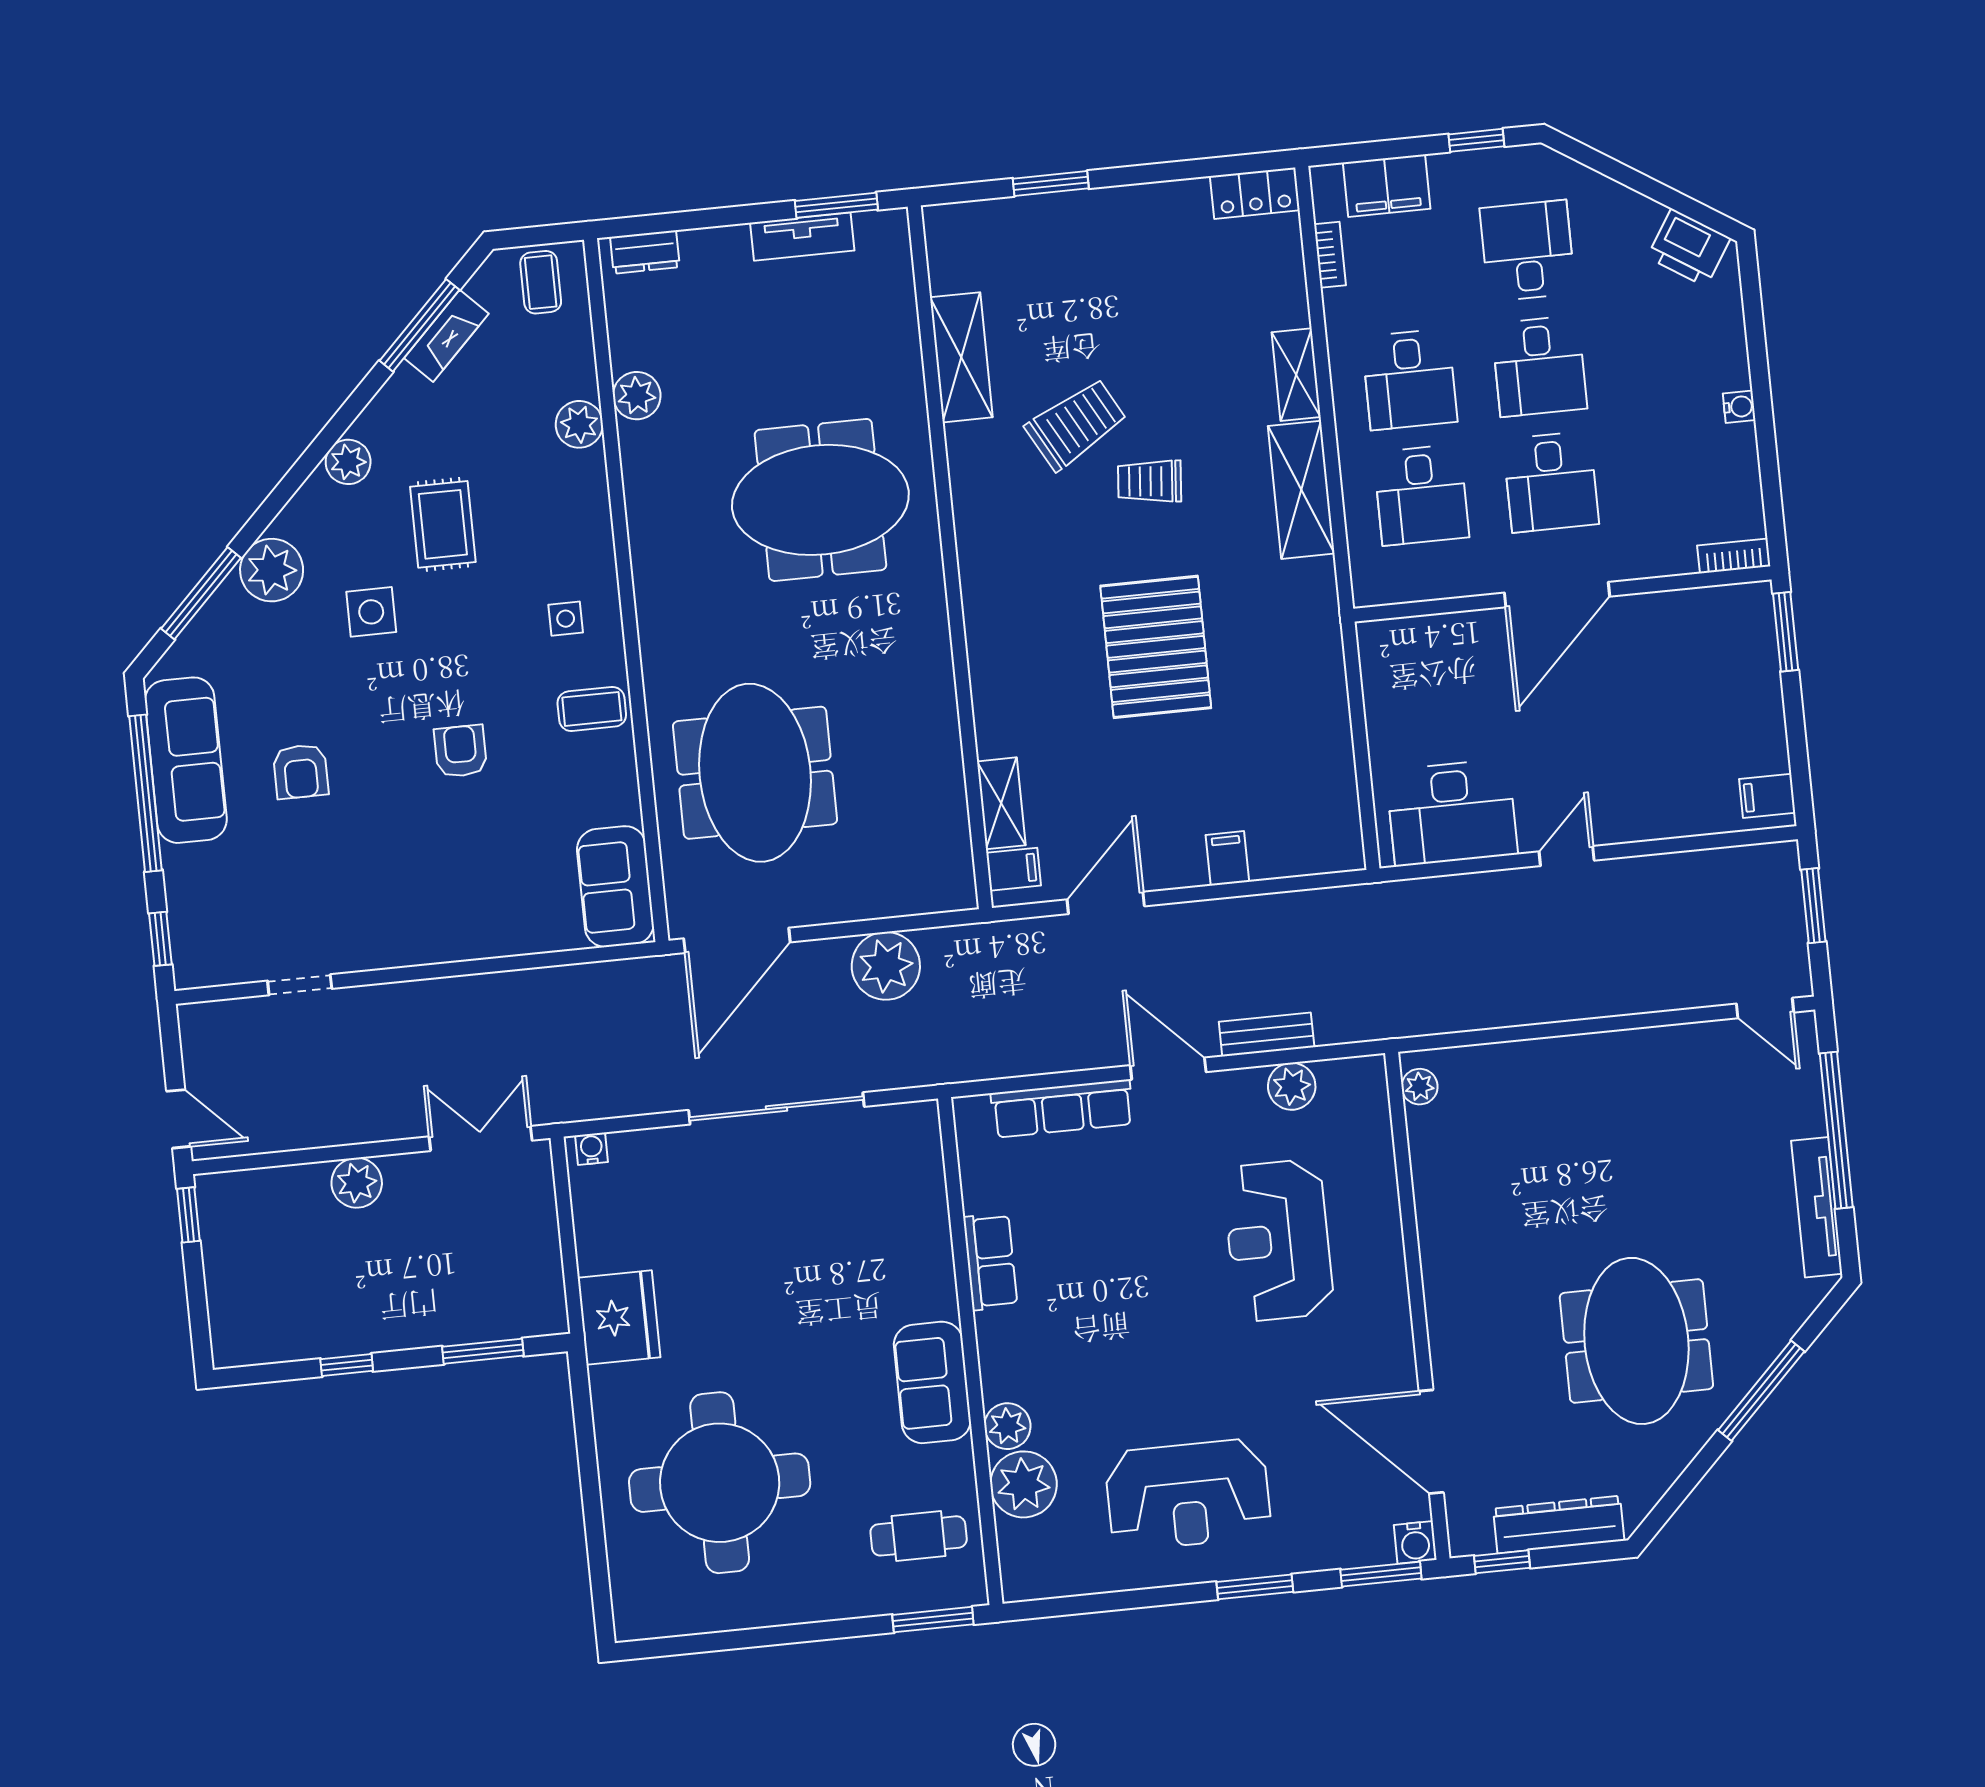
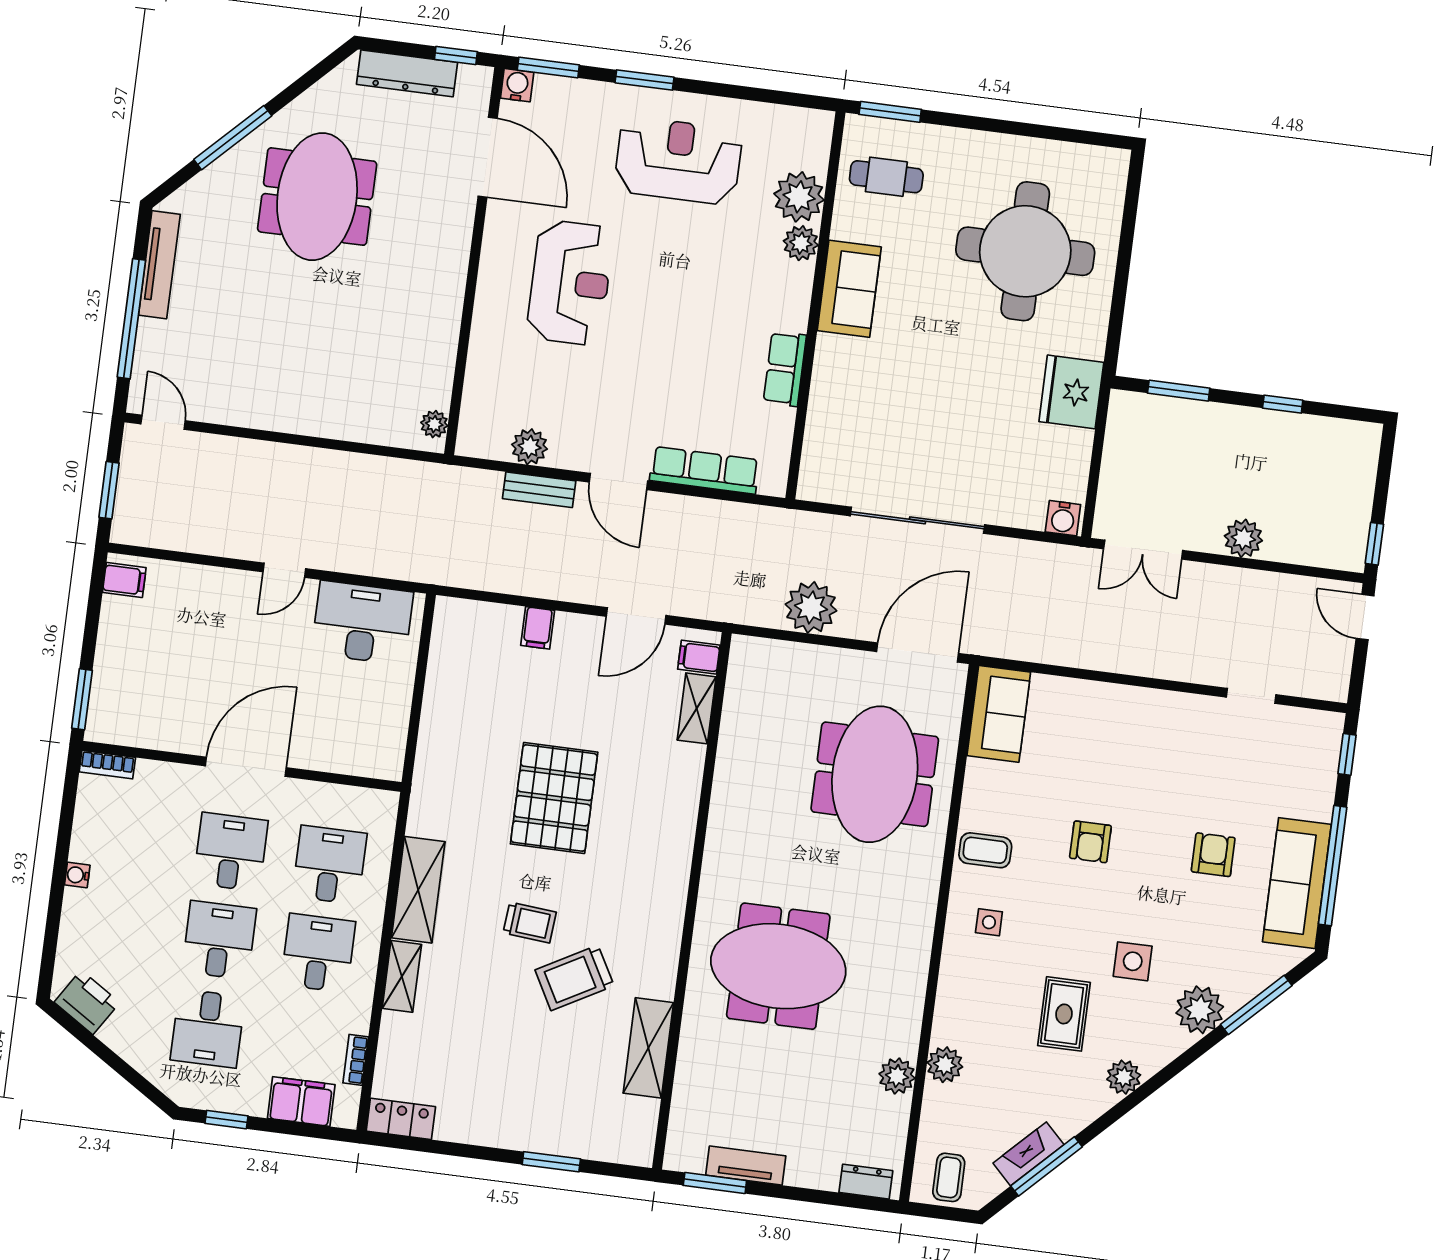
water cooler: (591, 1149) -> (1063, 518), width x1.38, depth x1.38
reception desk: (1278, 1240) -> (570, 283), moved

